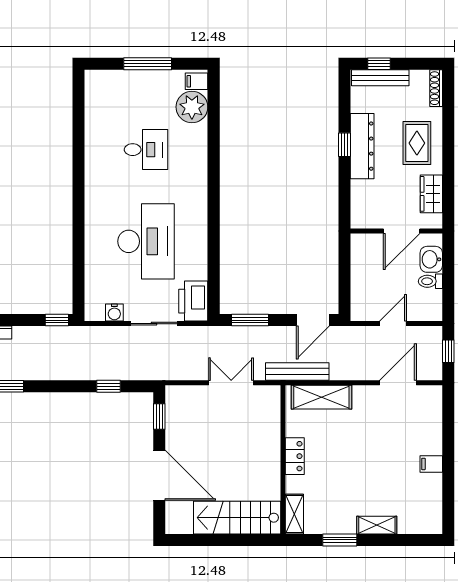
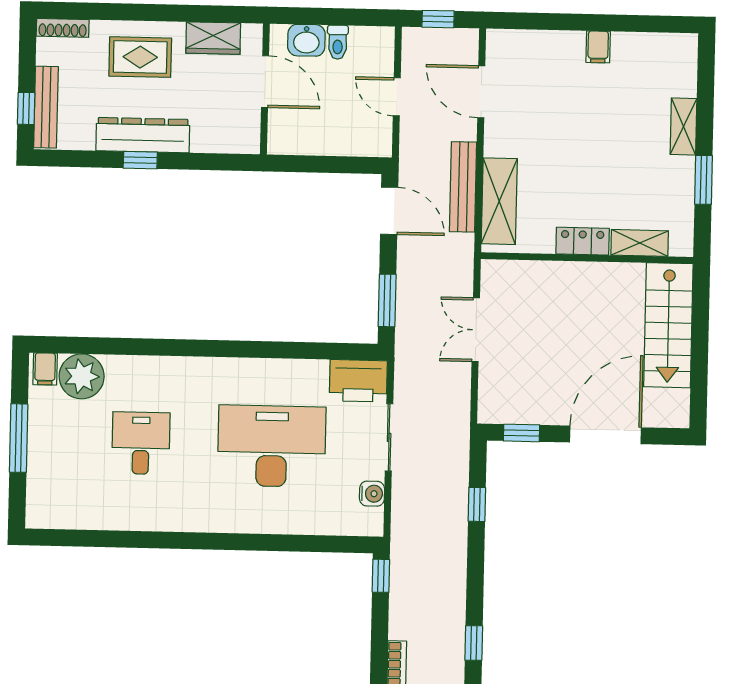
bench: (297, 371) -> (463, 187), moved
shelving: (294, 514) -> (640, 243), moved

